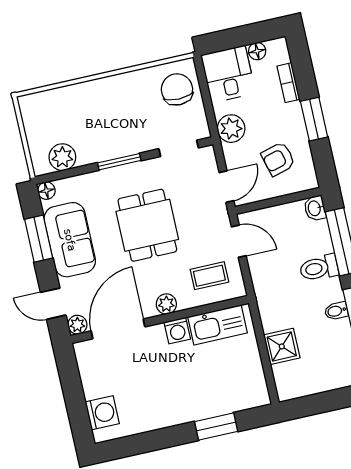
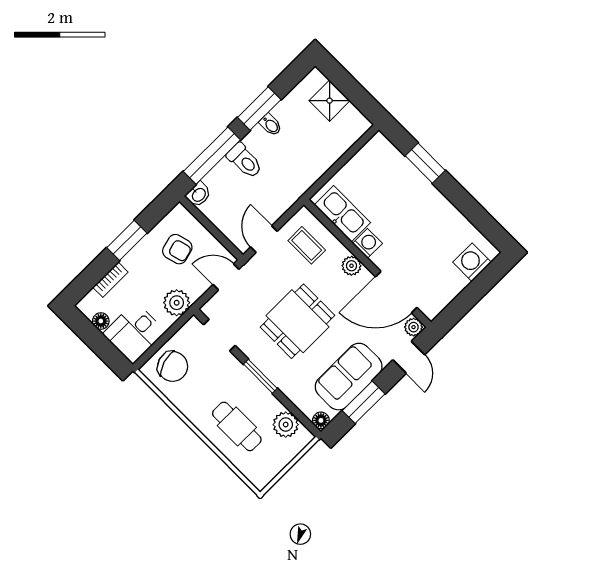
chair: (177, 89) -> (173, 366), turned -107
cafe table: (88, 113) -> (237, 426), added
shower: (282, 346) -> (330, 101), moved

